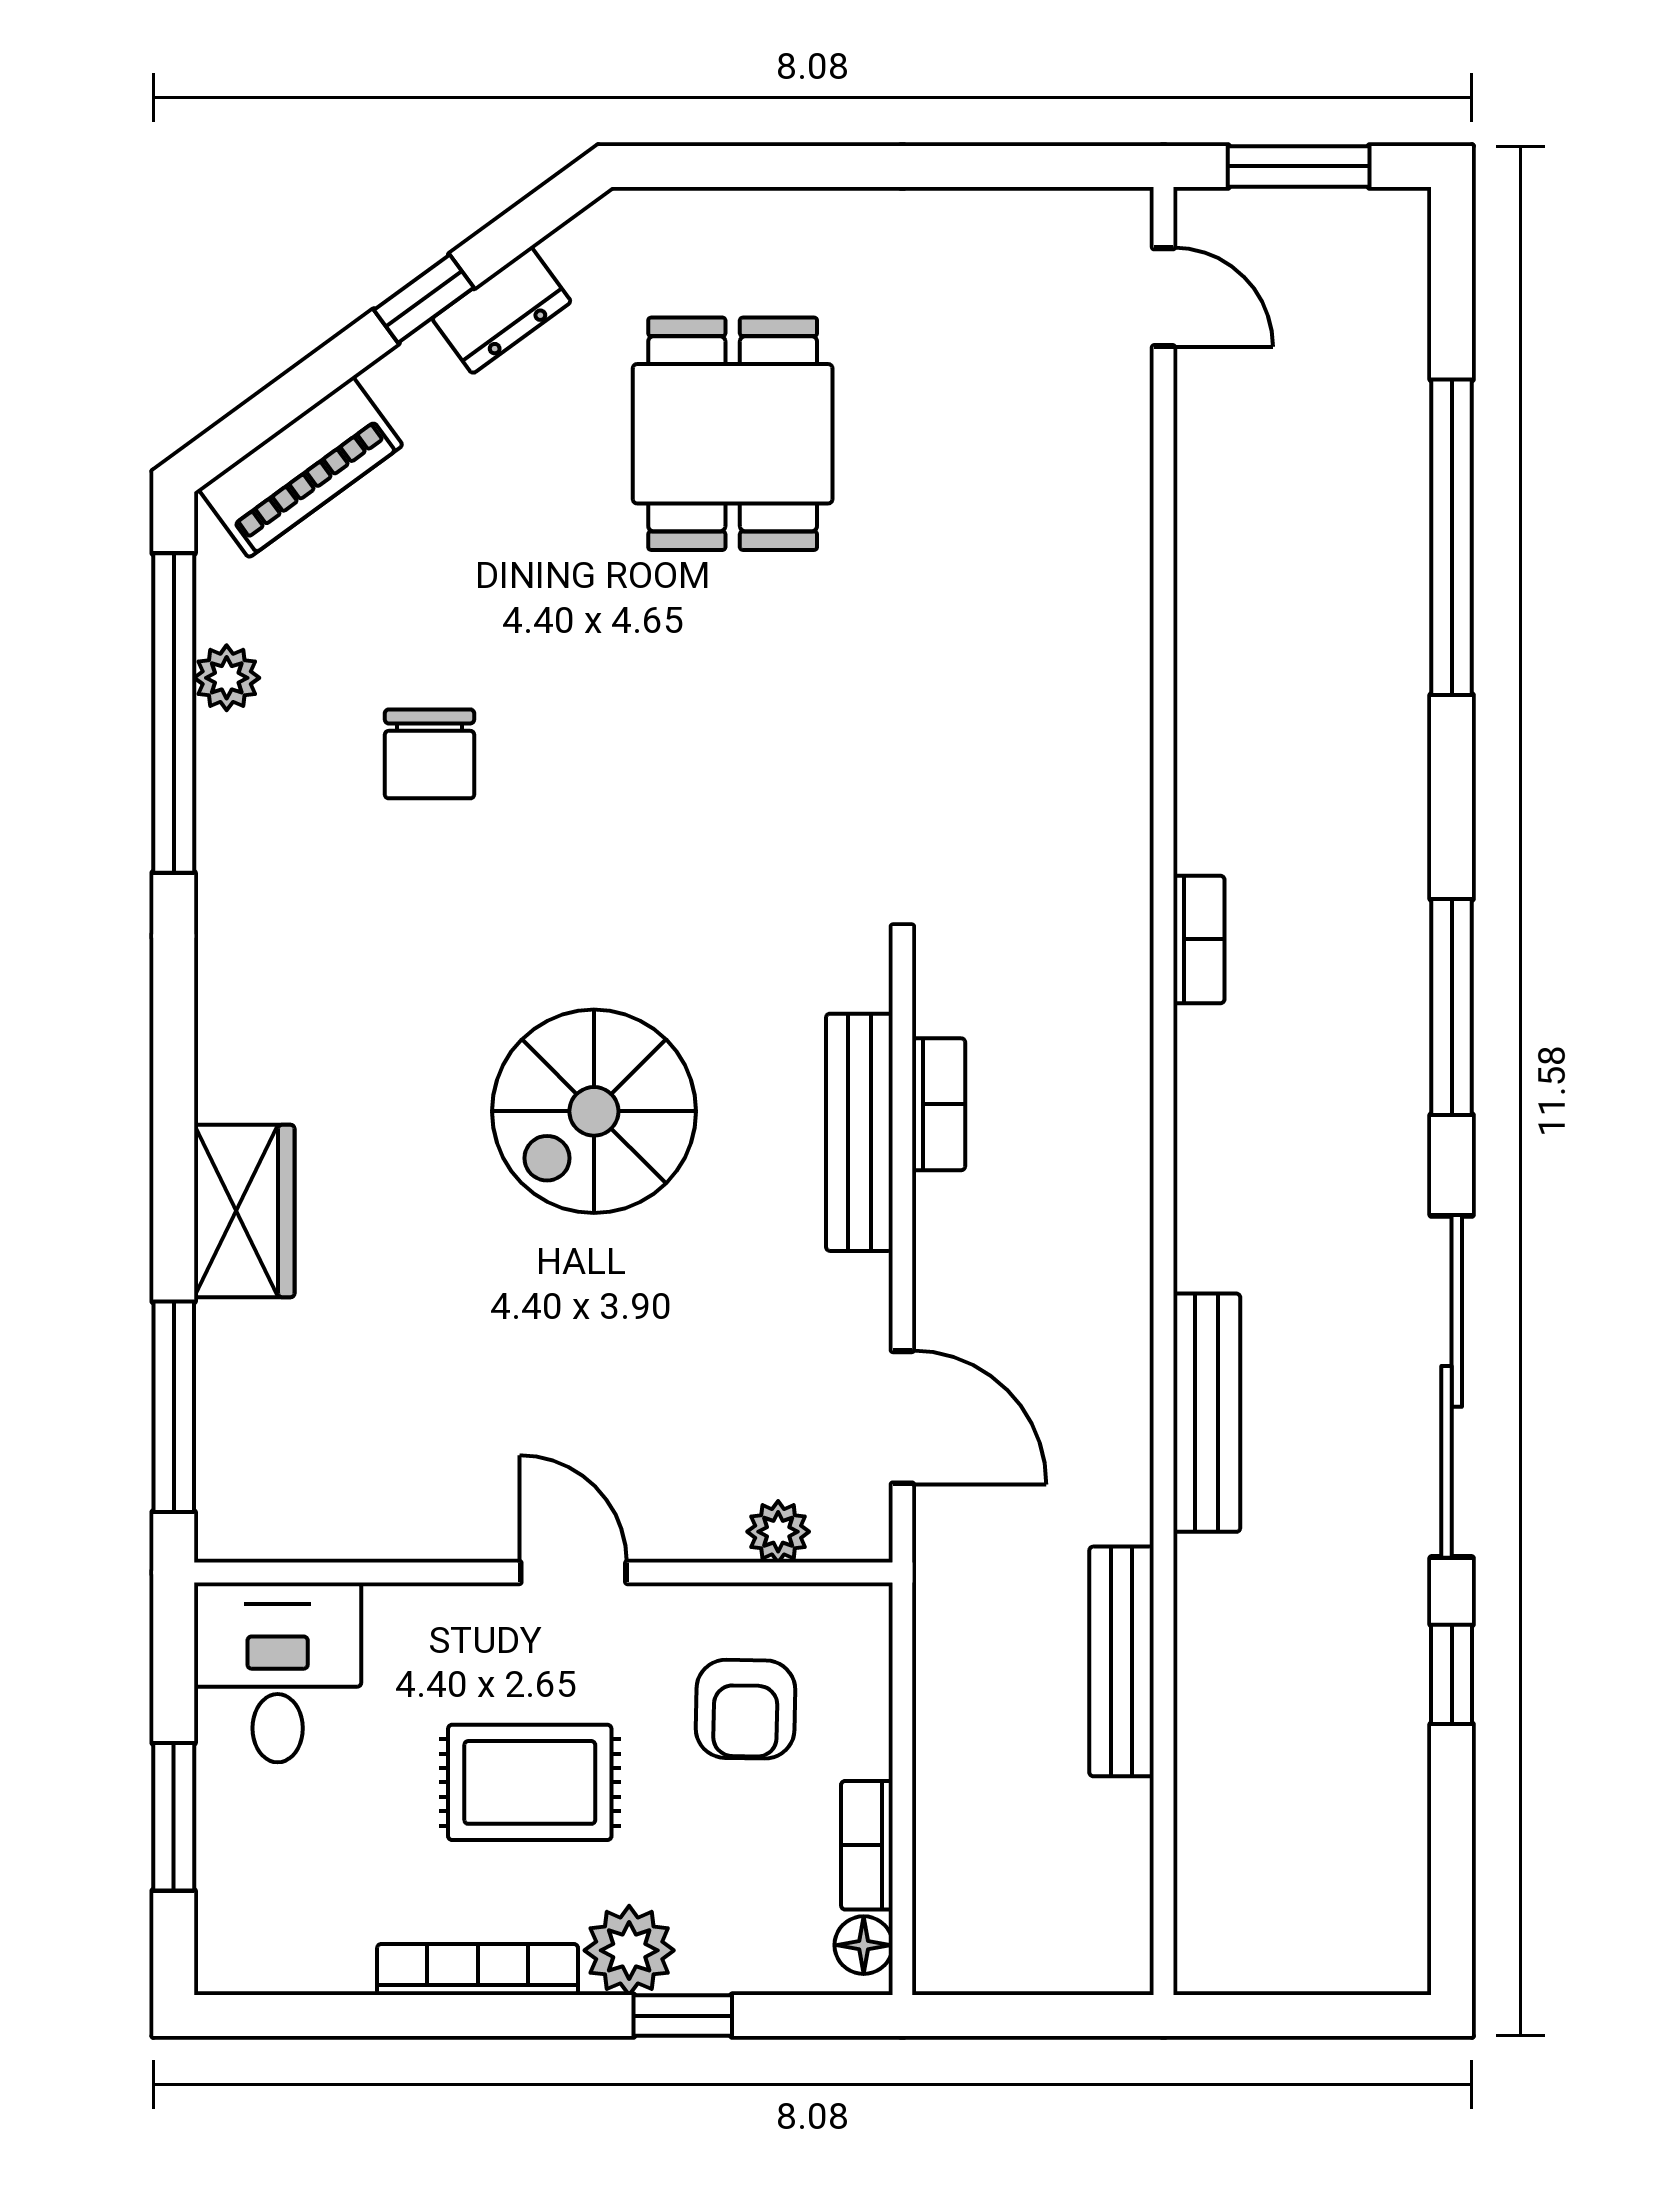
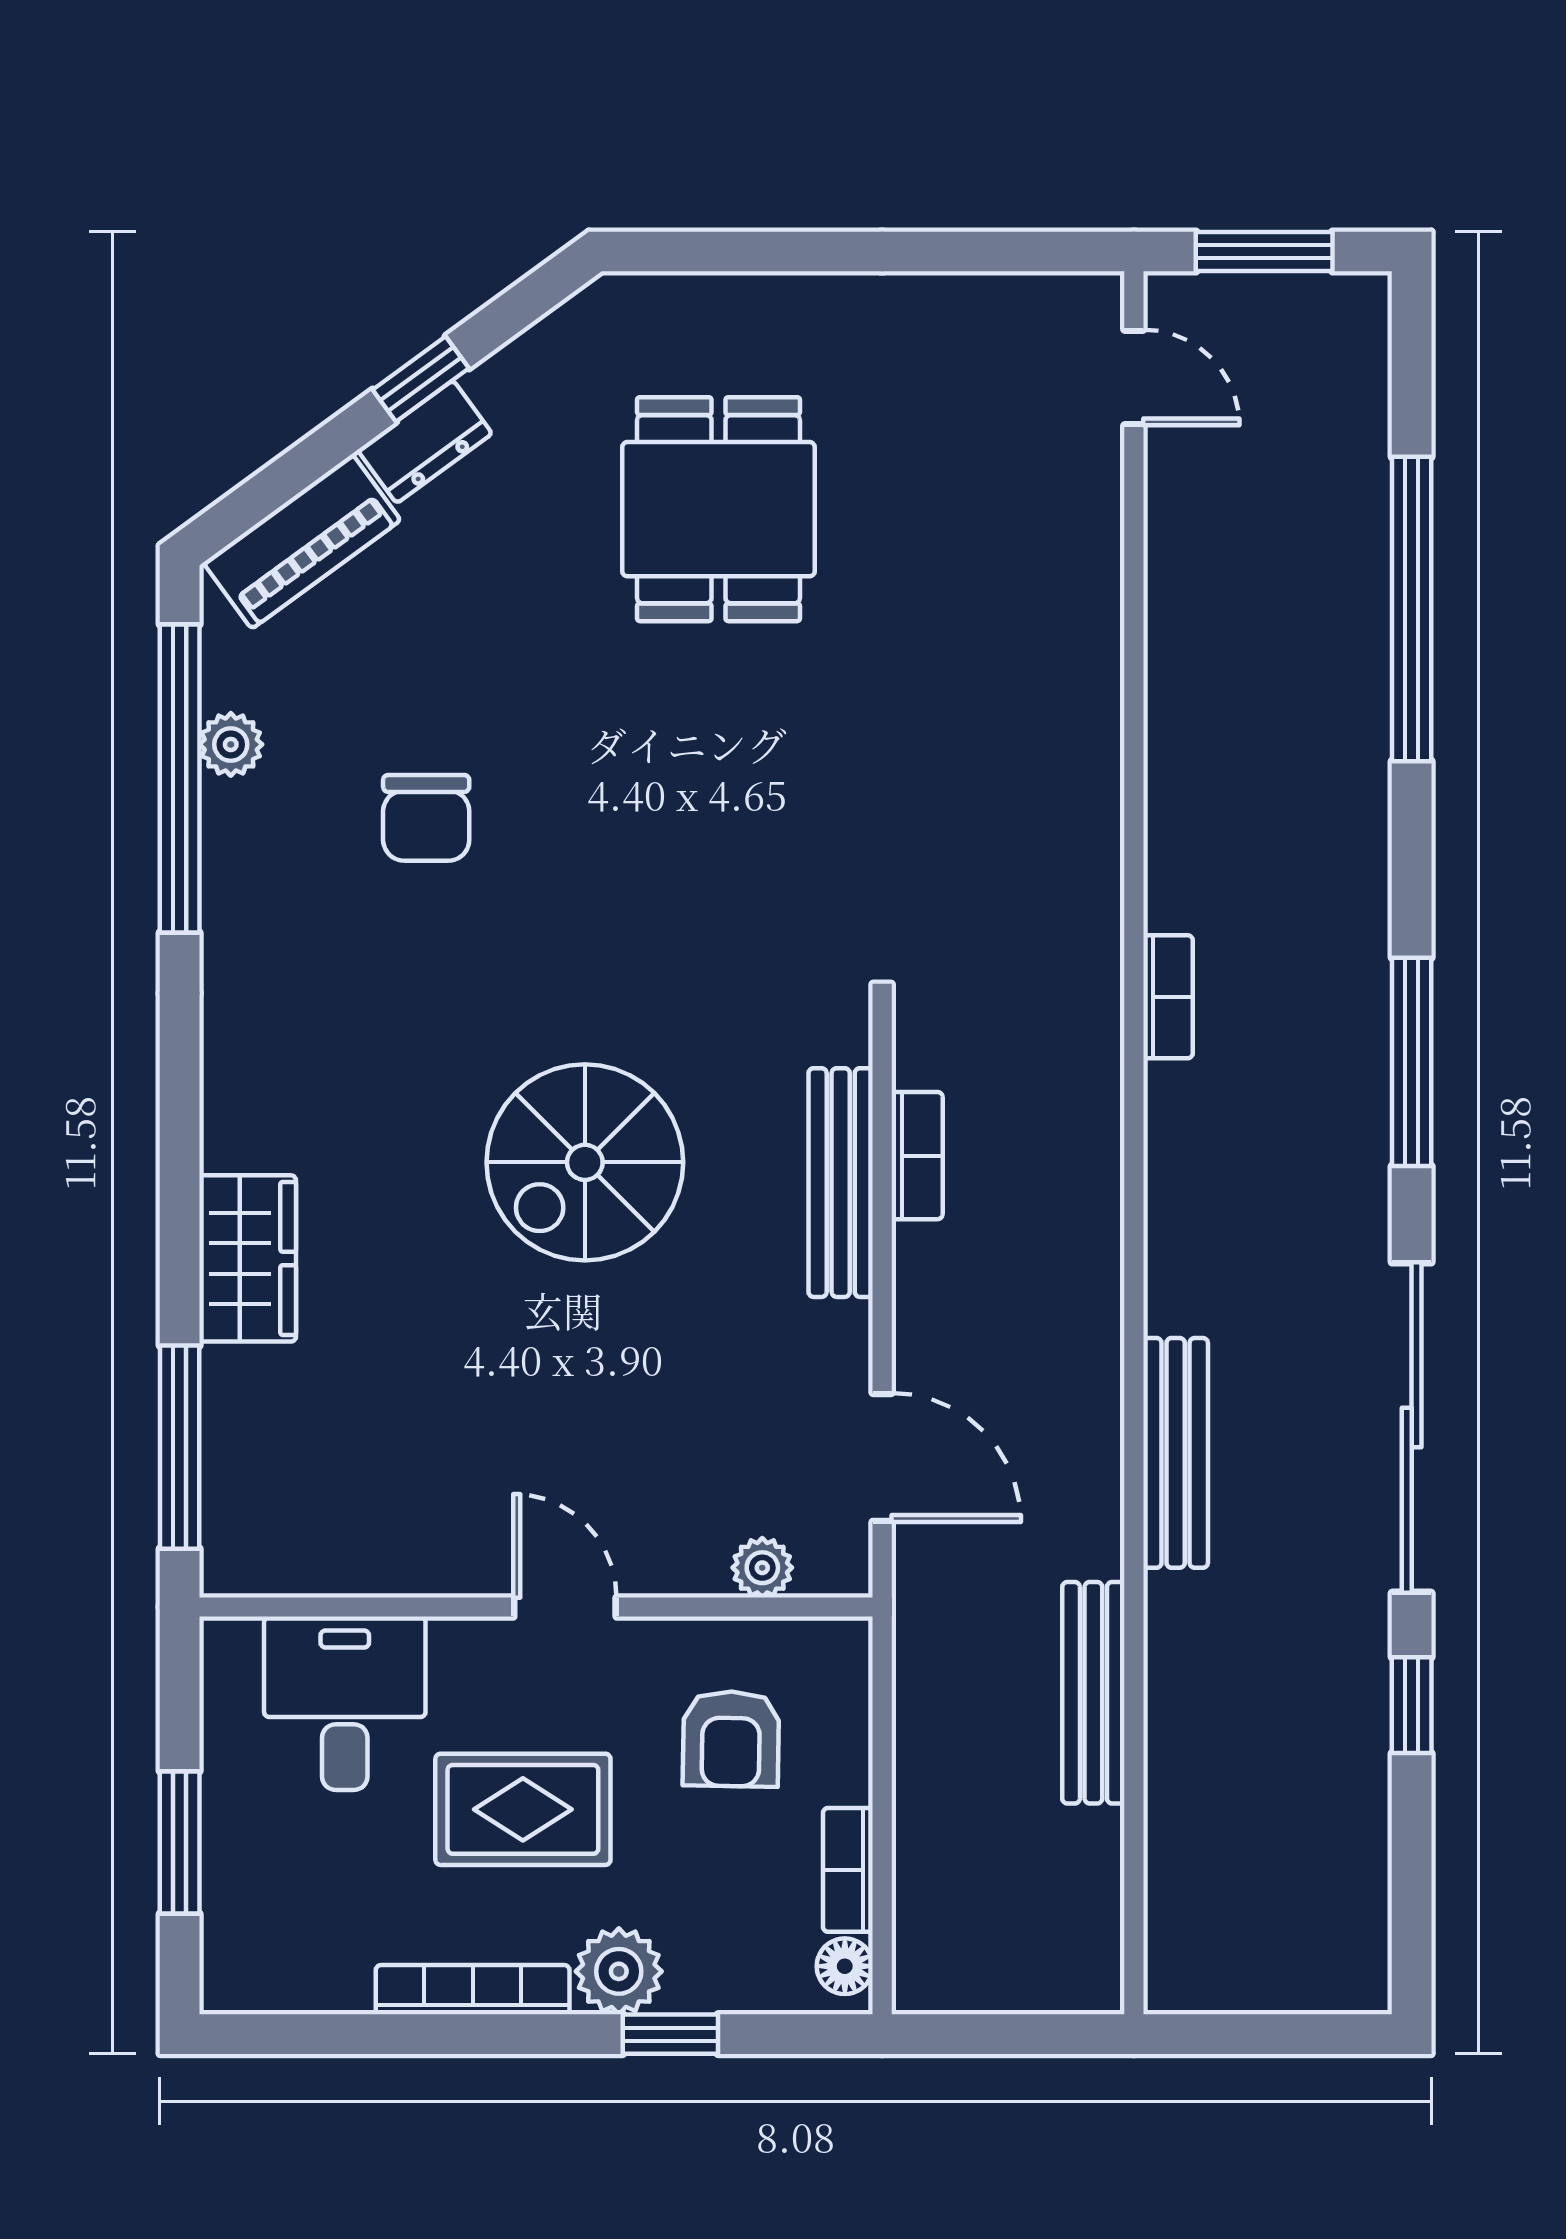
dresser: (502, 310) -> (425, 442), moved
desk: (278, 1672) -> (345, 1703), moved

